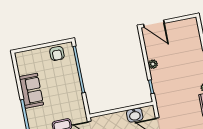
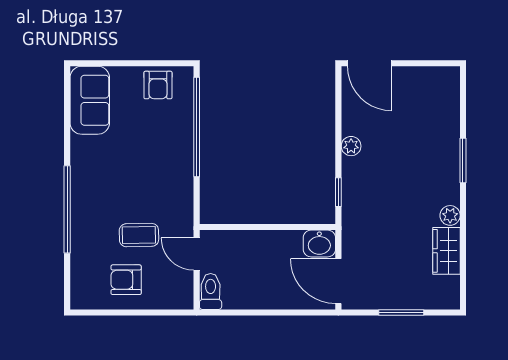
sofa: (31, 91) -> (90, 100), moved
washbasin: (135, 115) -> (319, 243), moved

